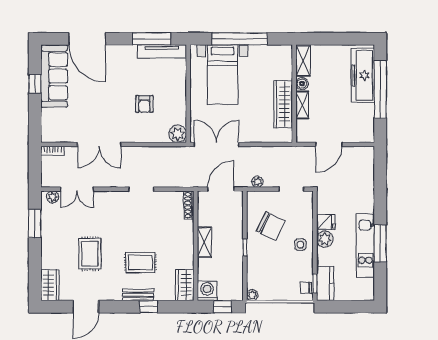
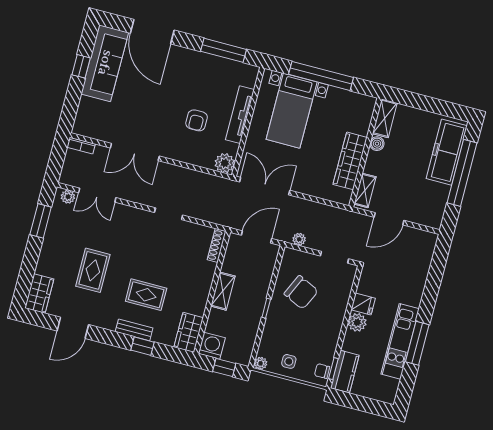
tv unit: (162, 51) -> (240, 115), moved, turned 90
shelving: (302, 105) -> (365, 190), moved
side table: (300, 245) -> (289, 361), moved

